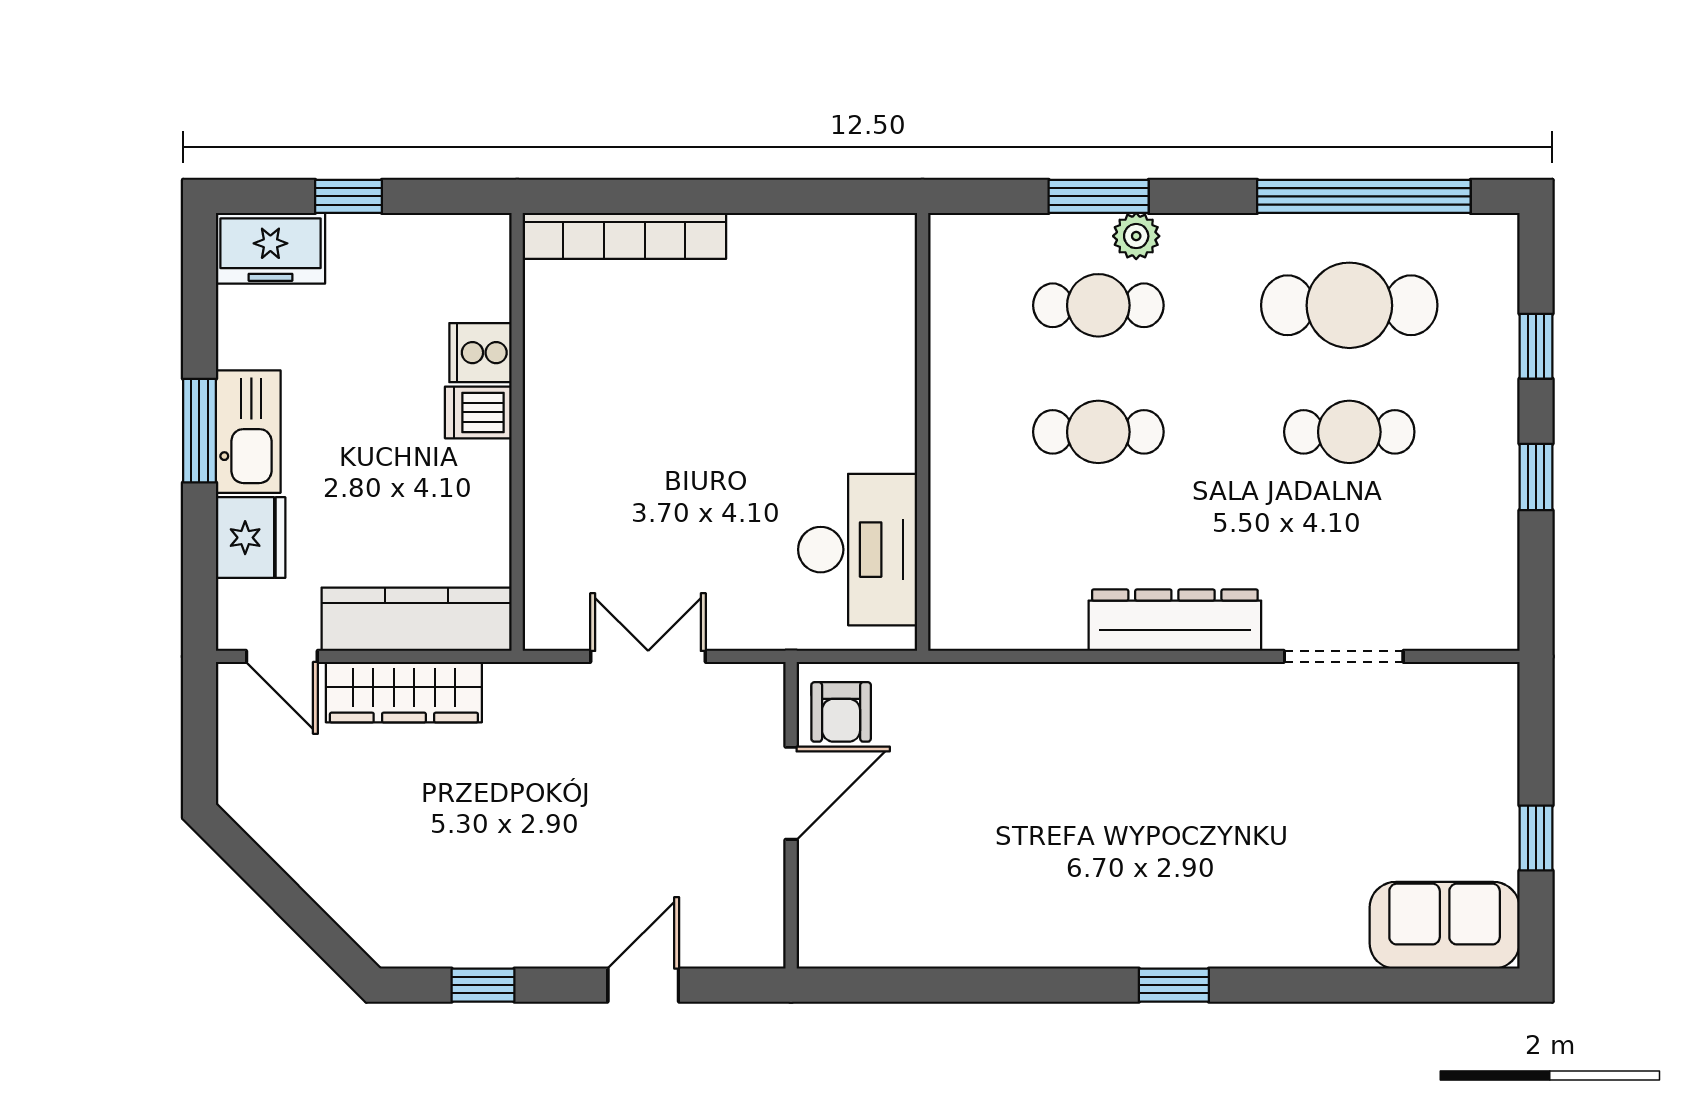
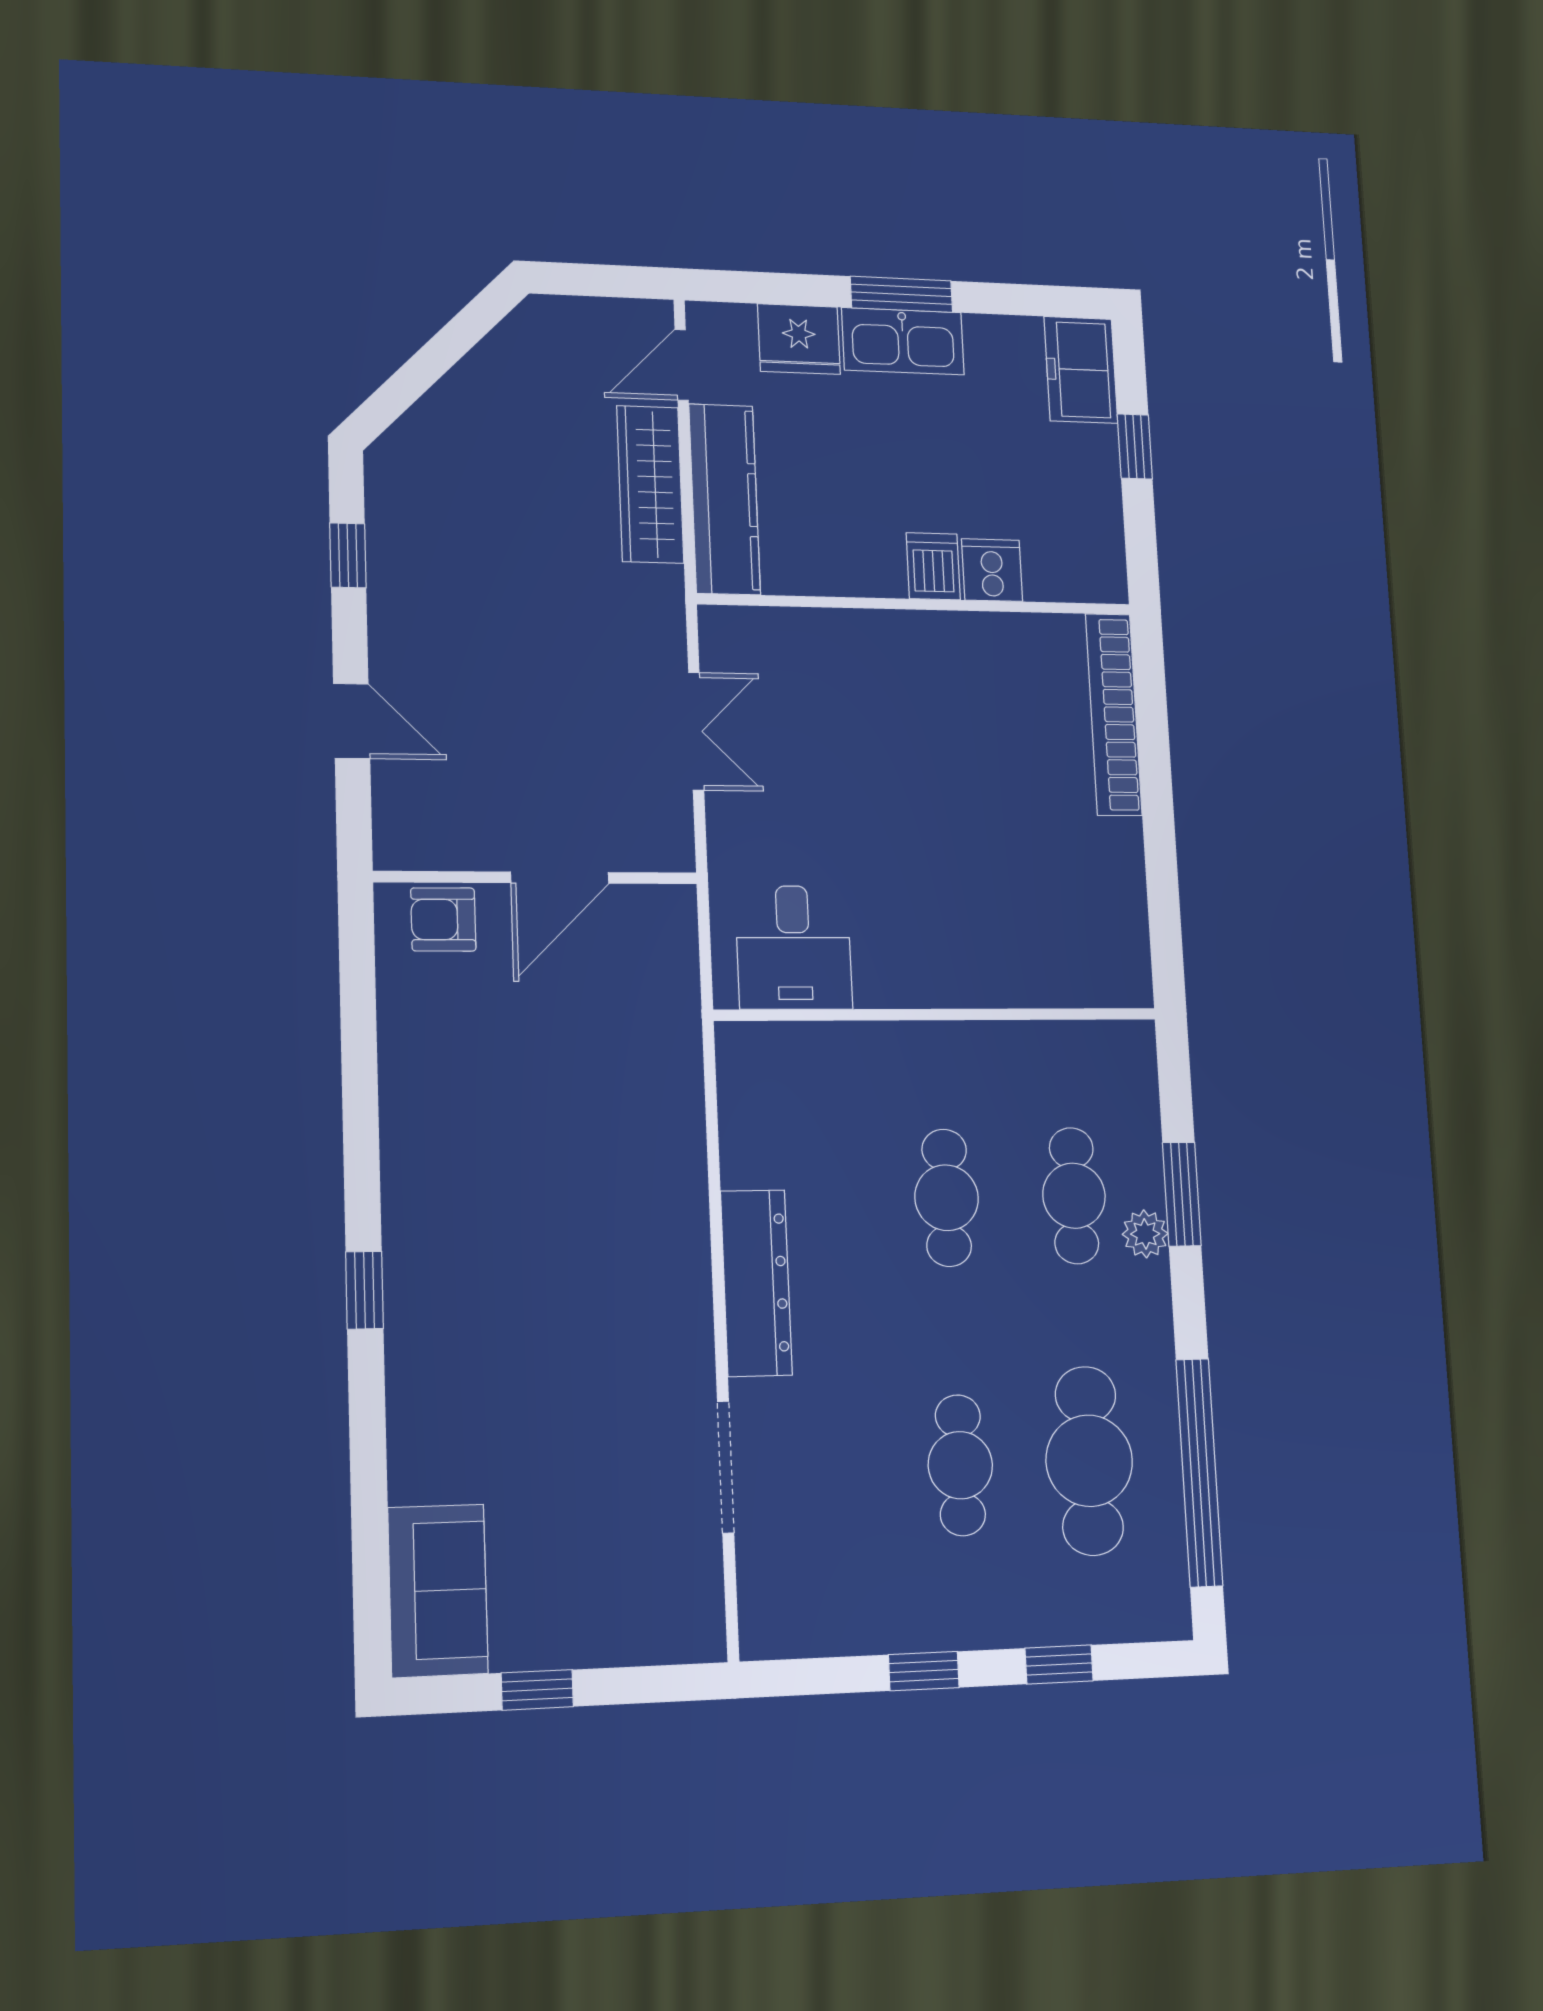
desk: (858, 550) -> (794, 947), width x0.73
armchair: (841, 712) -> (443, 919), moved
door: (791, 793) -> (560, 878), hinge flipped

